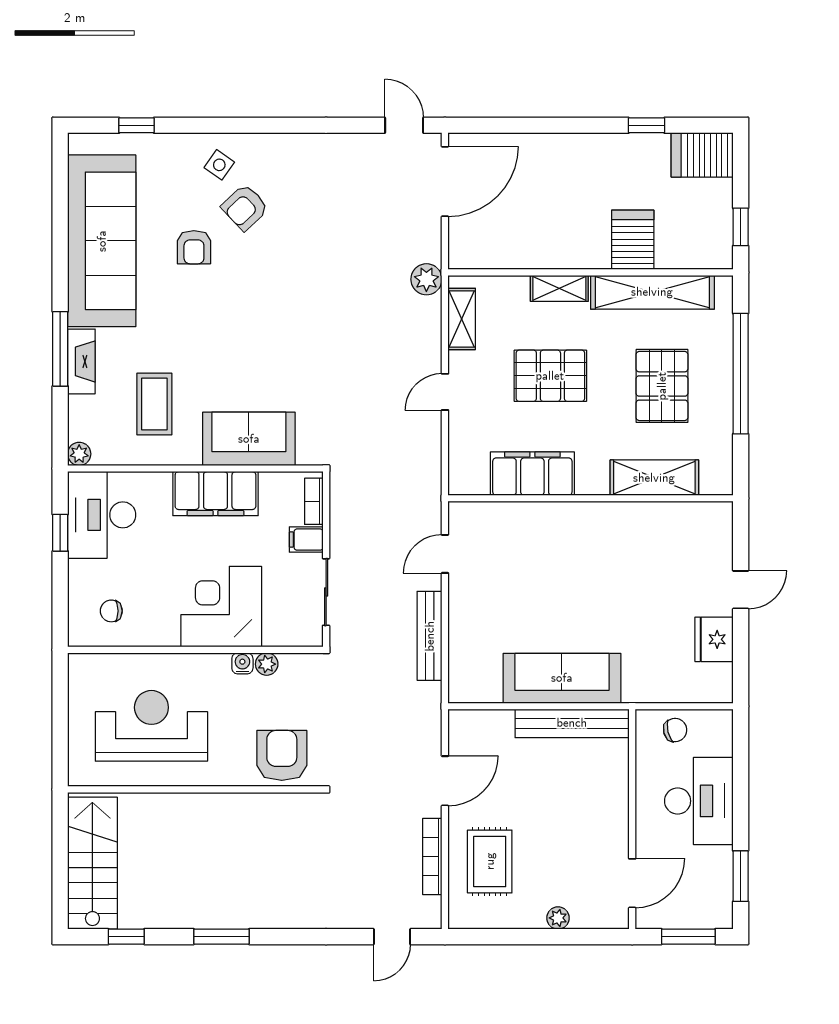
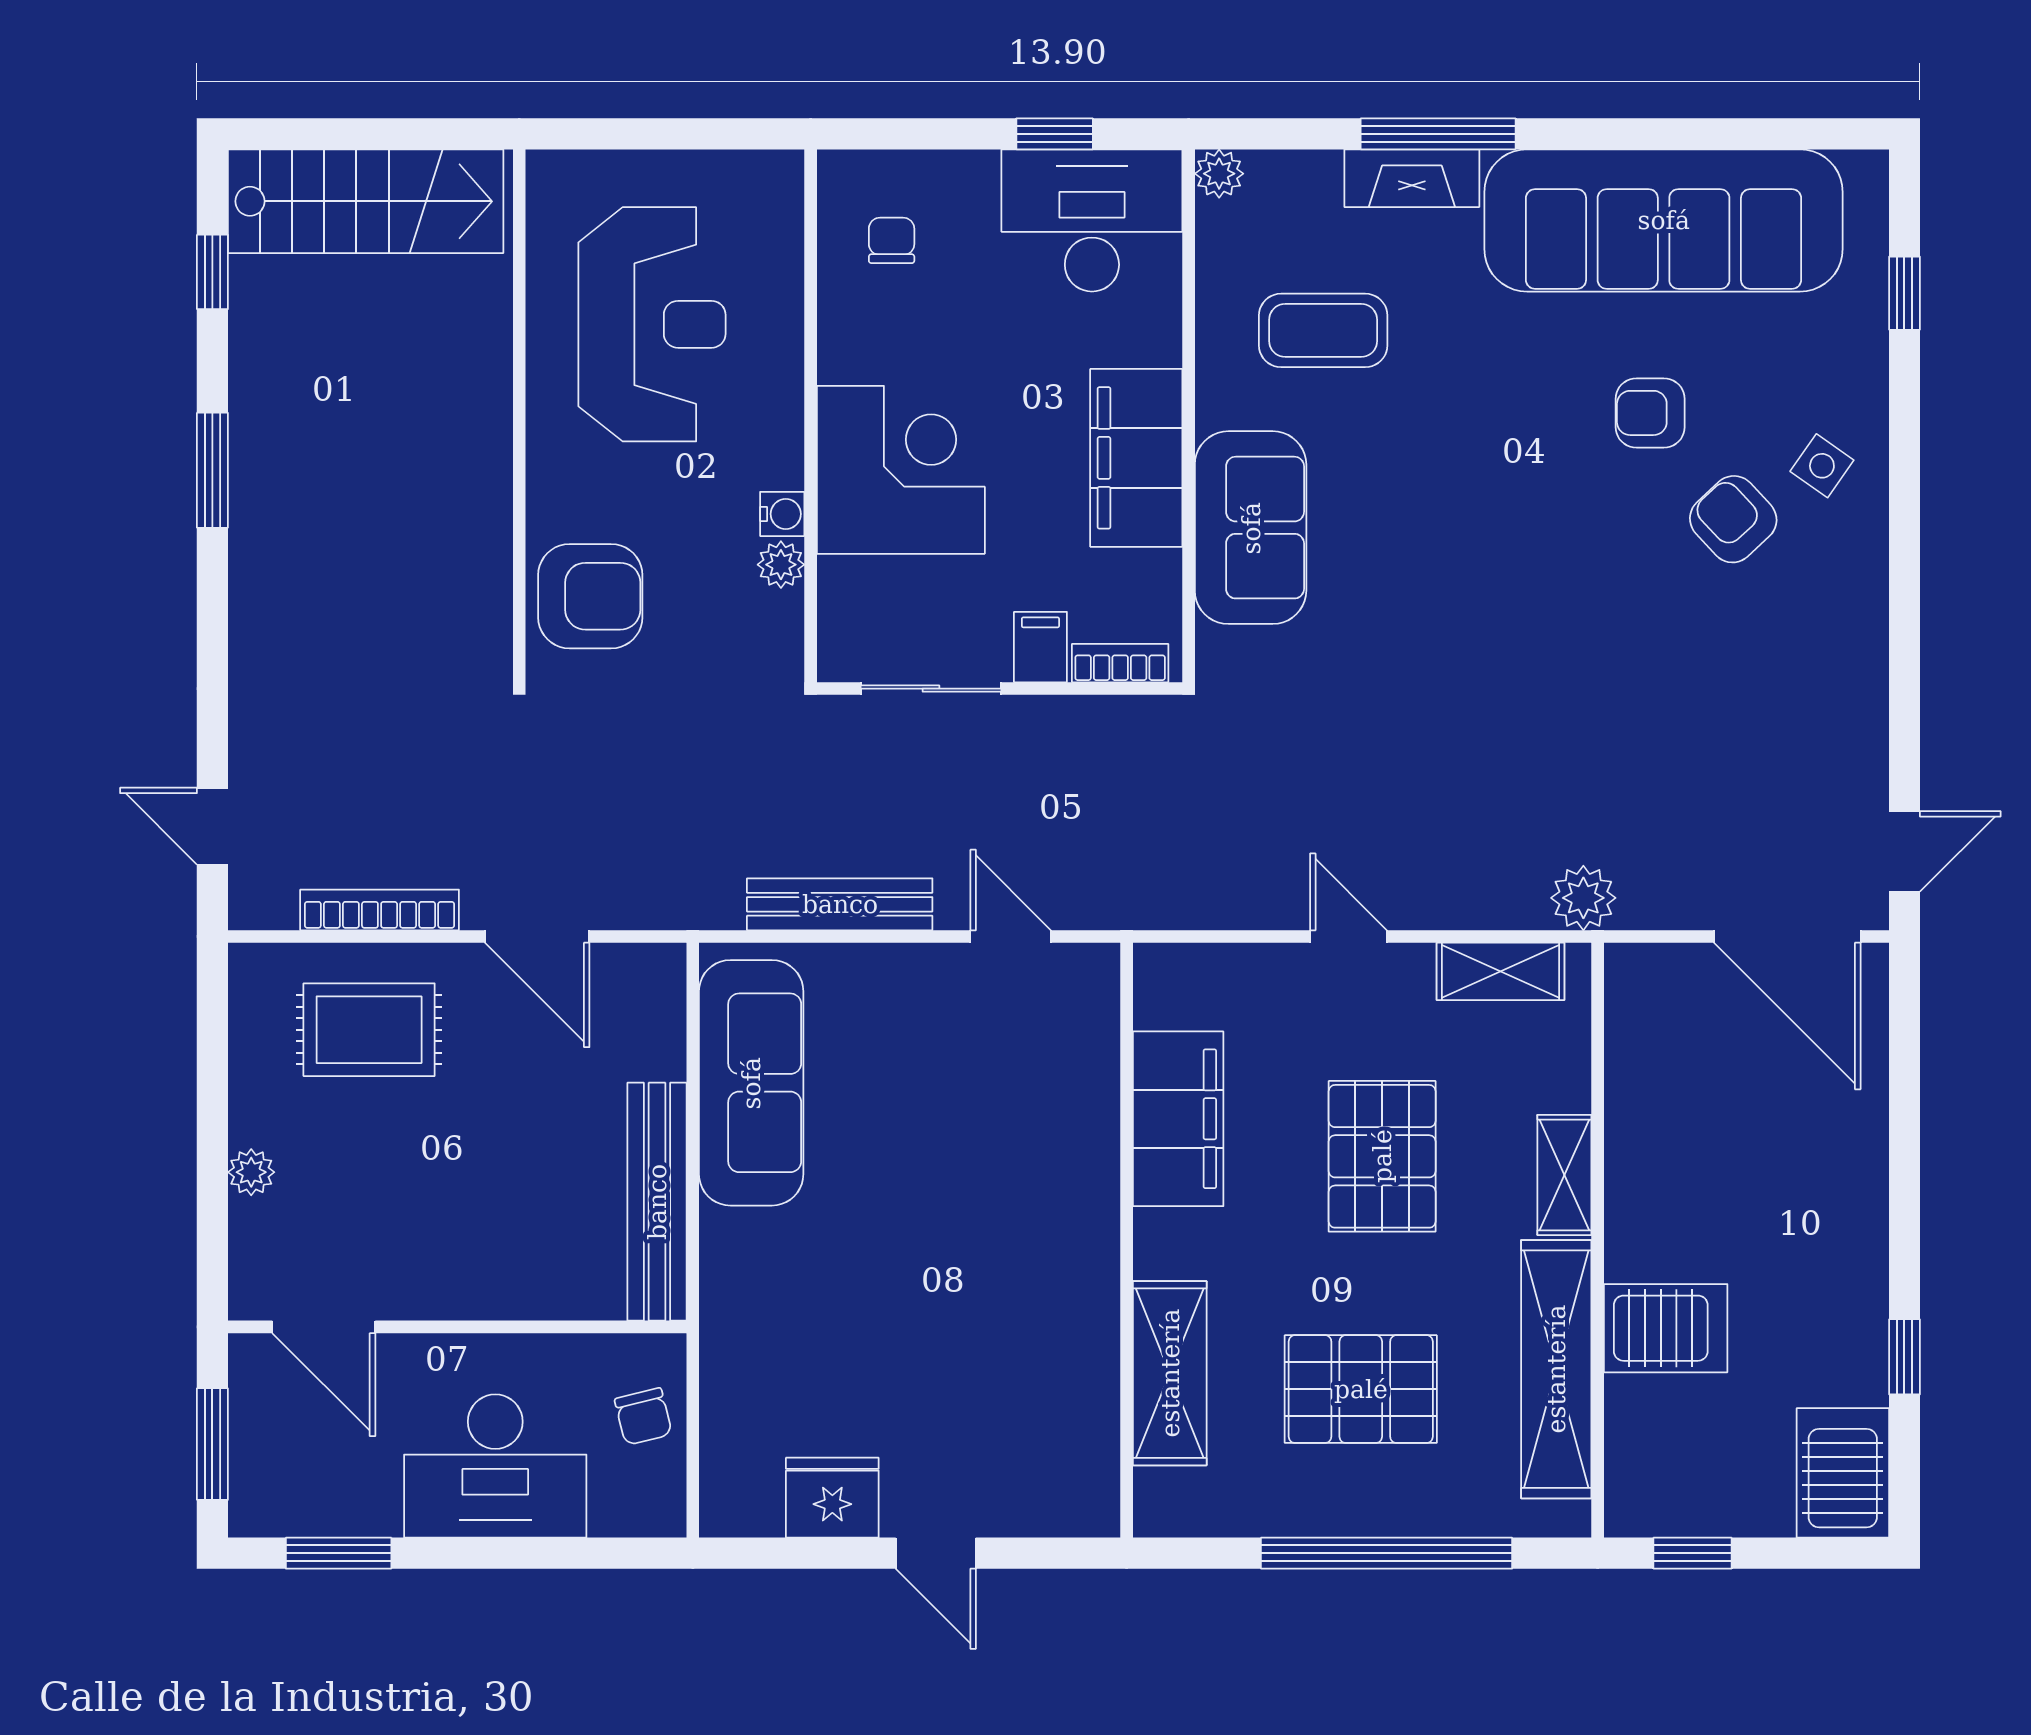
sofa: (562, 678) -> (751, 1083), moved

